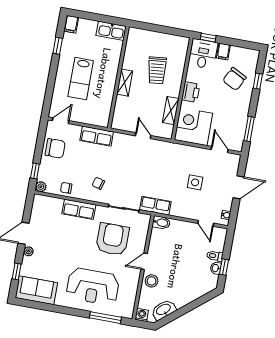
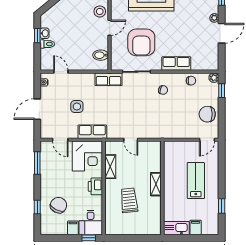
filing cabinet: (71, 24) -> (196, 228), moved
row of seats: (97, 136) -> (92, 132), moved
bidet: (161, 223) -> (101, 55), moved

